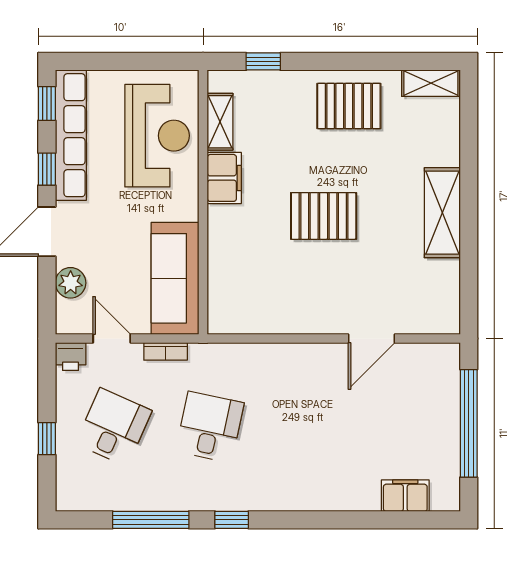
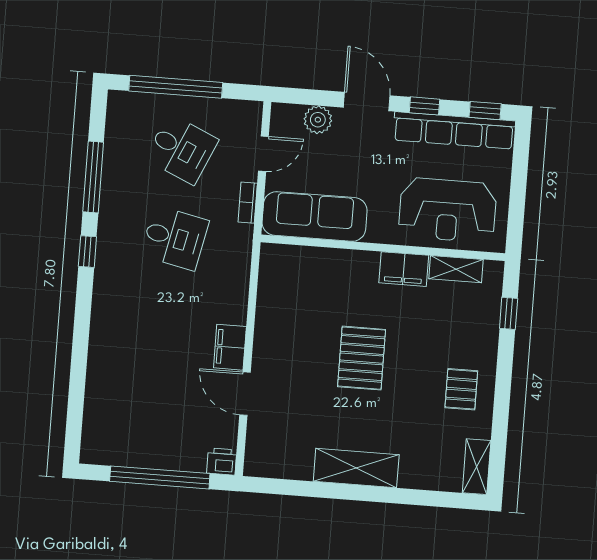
pallet: (349, 106) -> (461, 389), width x0.67, depth x0.71
printer: (71, 357) -> (222, 461), moved, turned 90
window: (47, 439) -> (176, 87), width x3.17
filing cabinet: (405, 496) -> (230, 347), moved, turned 180

